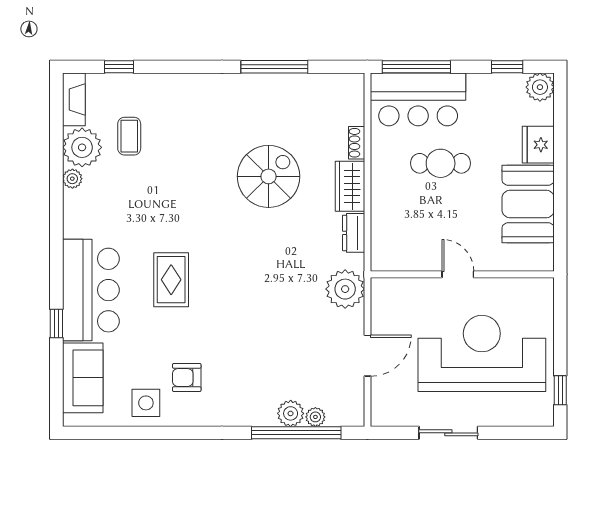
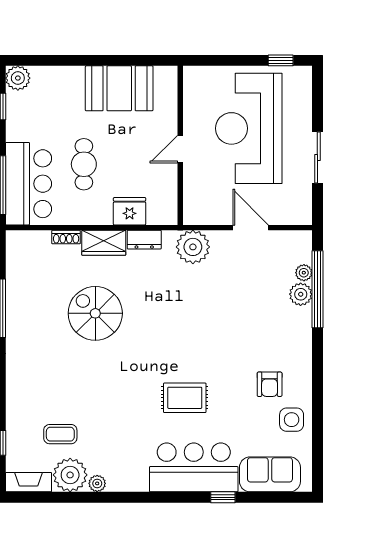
fridge: (538, 145) -> (130, 211), moved, turned 180

